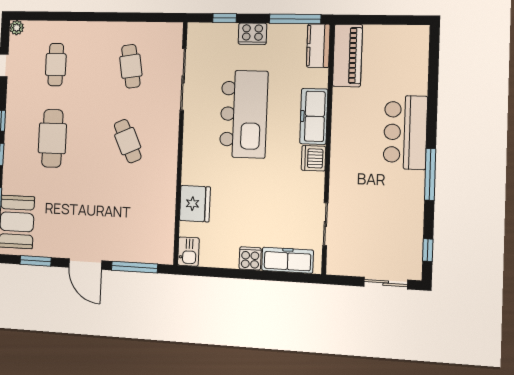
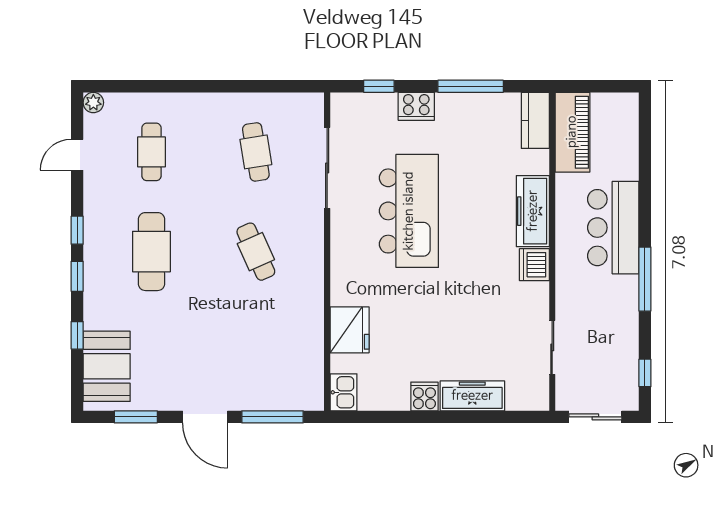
kitchen counter: (318, 46) -> (535, 120), moved
piano: (347, 55) -> (572, 132), moved
freezer: (314, 116) -> (533, 211), moved
wall: (328, 149) -> (552, 252), moved
dishwasher: (313, 158) -> (534, 265), moved
sliding door: (325, 224) -> (552, 347), moved

